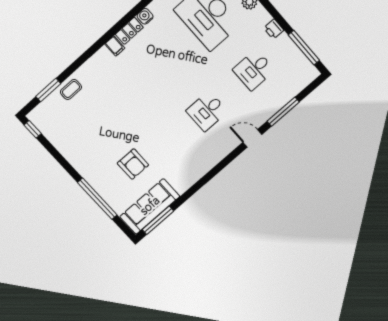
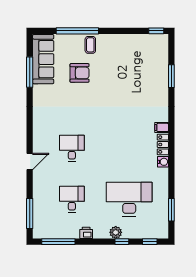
coffee table: (71, 89) -> (90, 45), moved
window: (48, 90) -> (171, 76), moved
window: (283, 112) -> (30, 213), moved
armchair: (133, 164) -> (80, 73), turned 180
window: (158, 220) -> (30, 72), moved

